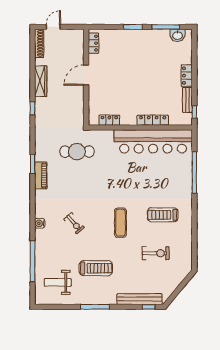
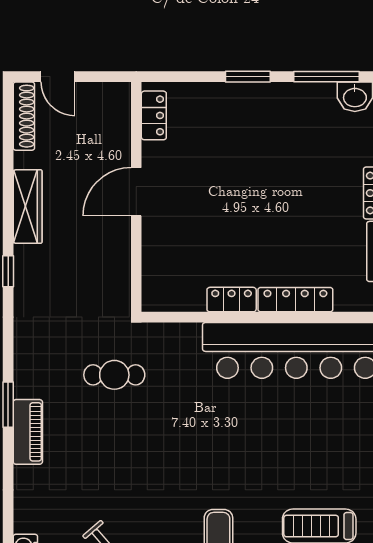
door: (53, 27) -> (58, 77), swing flipped
locker: (109, 120) -> (232, 300), moved
cafe table: (77, 152) -> (114, 375), width x0.73, depth x0.74

